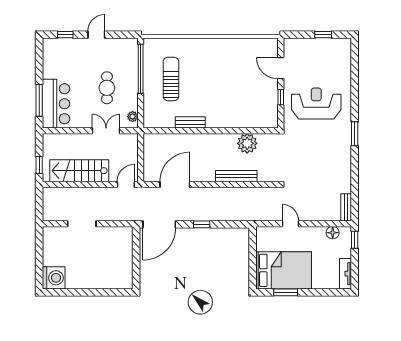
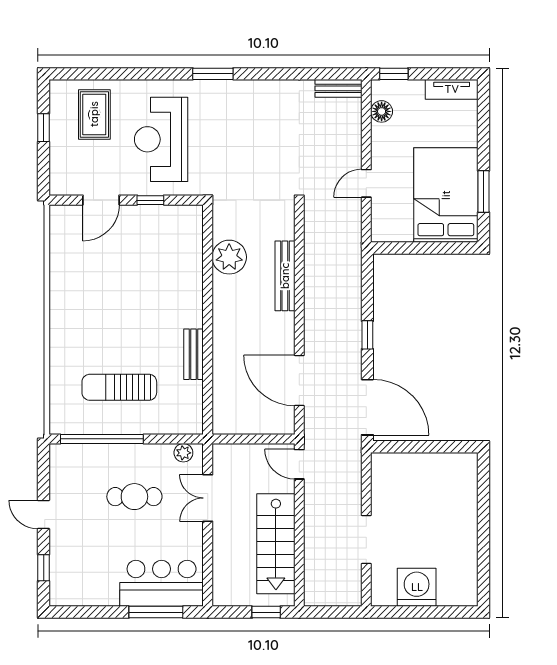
rug: (331, 64) -> (94, 114), added
washing machine: (54, 278) -> (417, 587), moved

